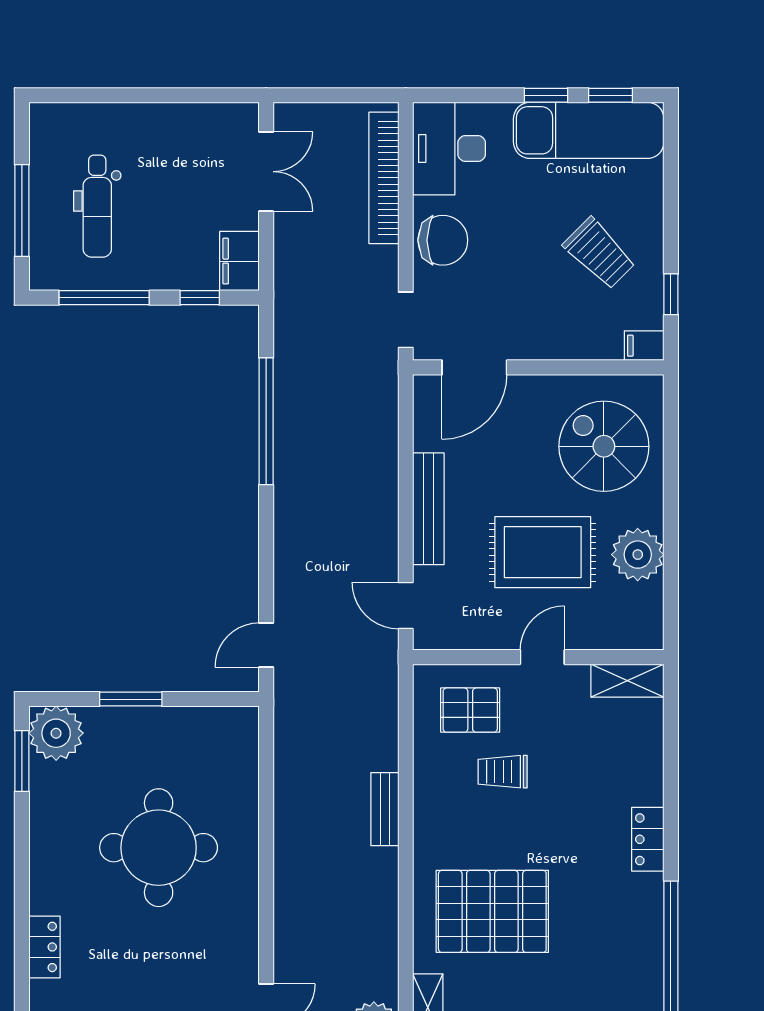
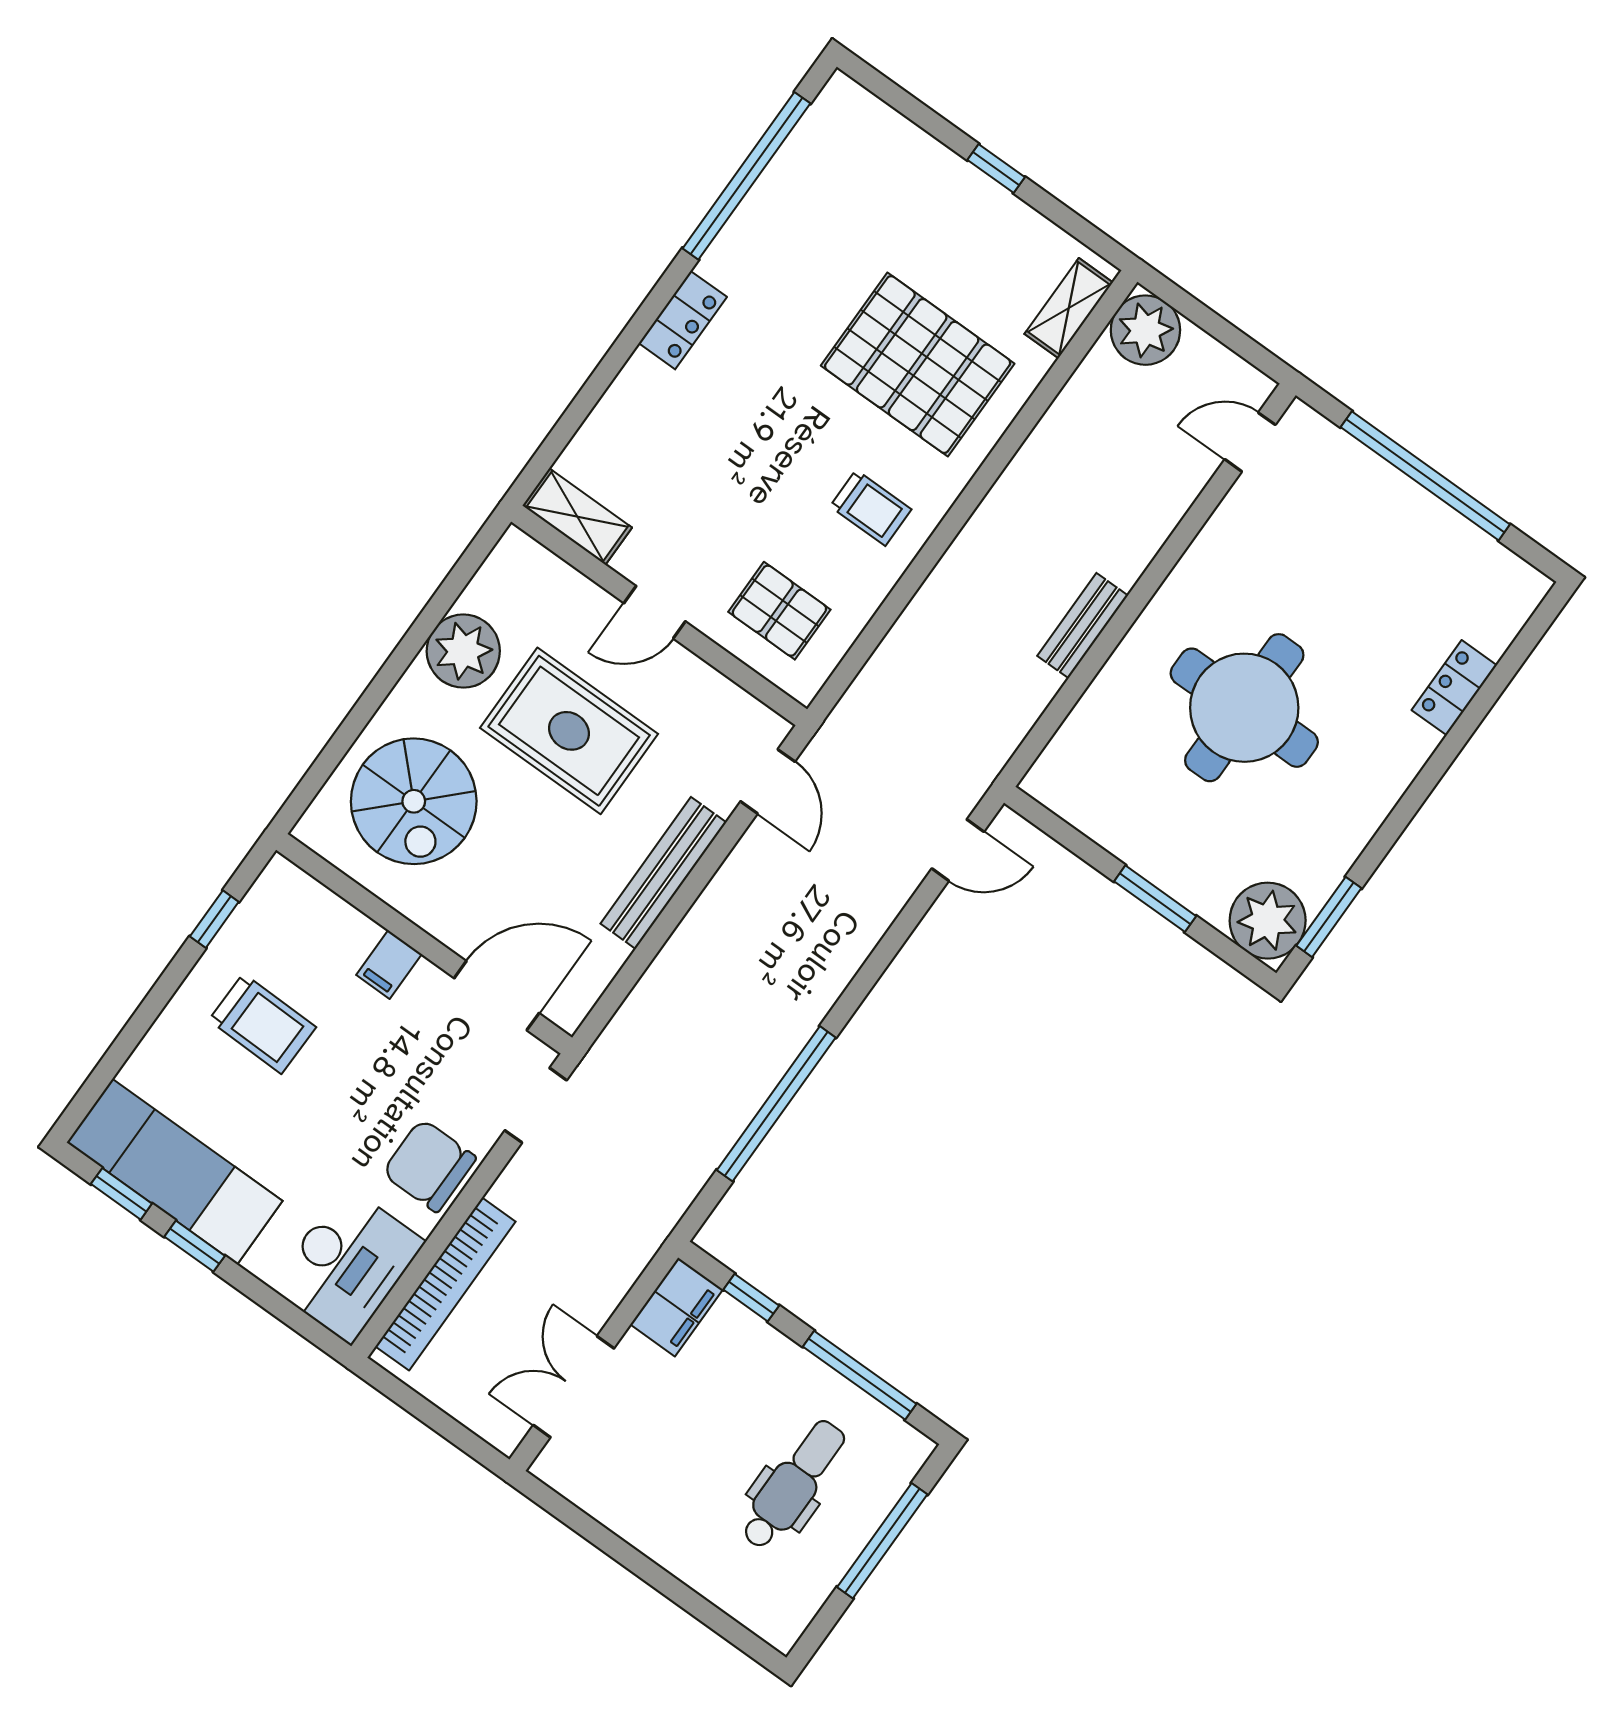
trolley: (599, 253) -> (262, 1024), turned 136
filing cabinet: (644, 346) -> (389, 965), moved, turned 90
trolley: (503, 772) -> (871, 508), moved
bench: (385, 809) -> (1083, 626), moved

